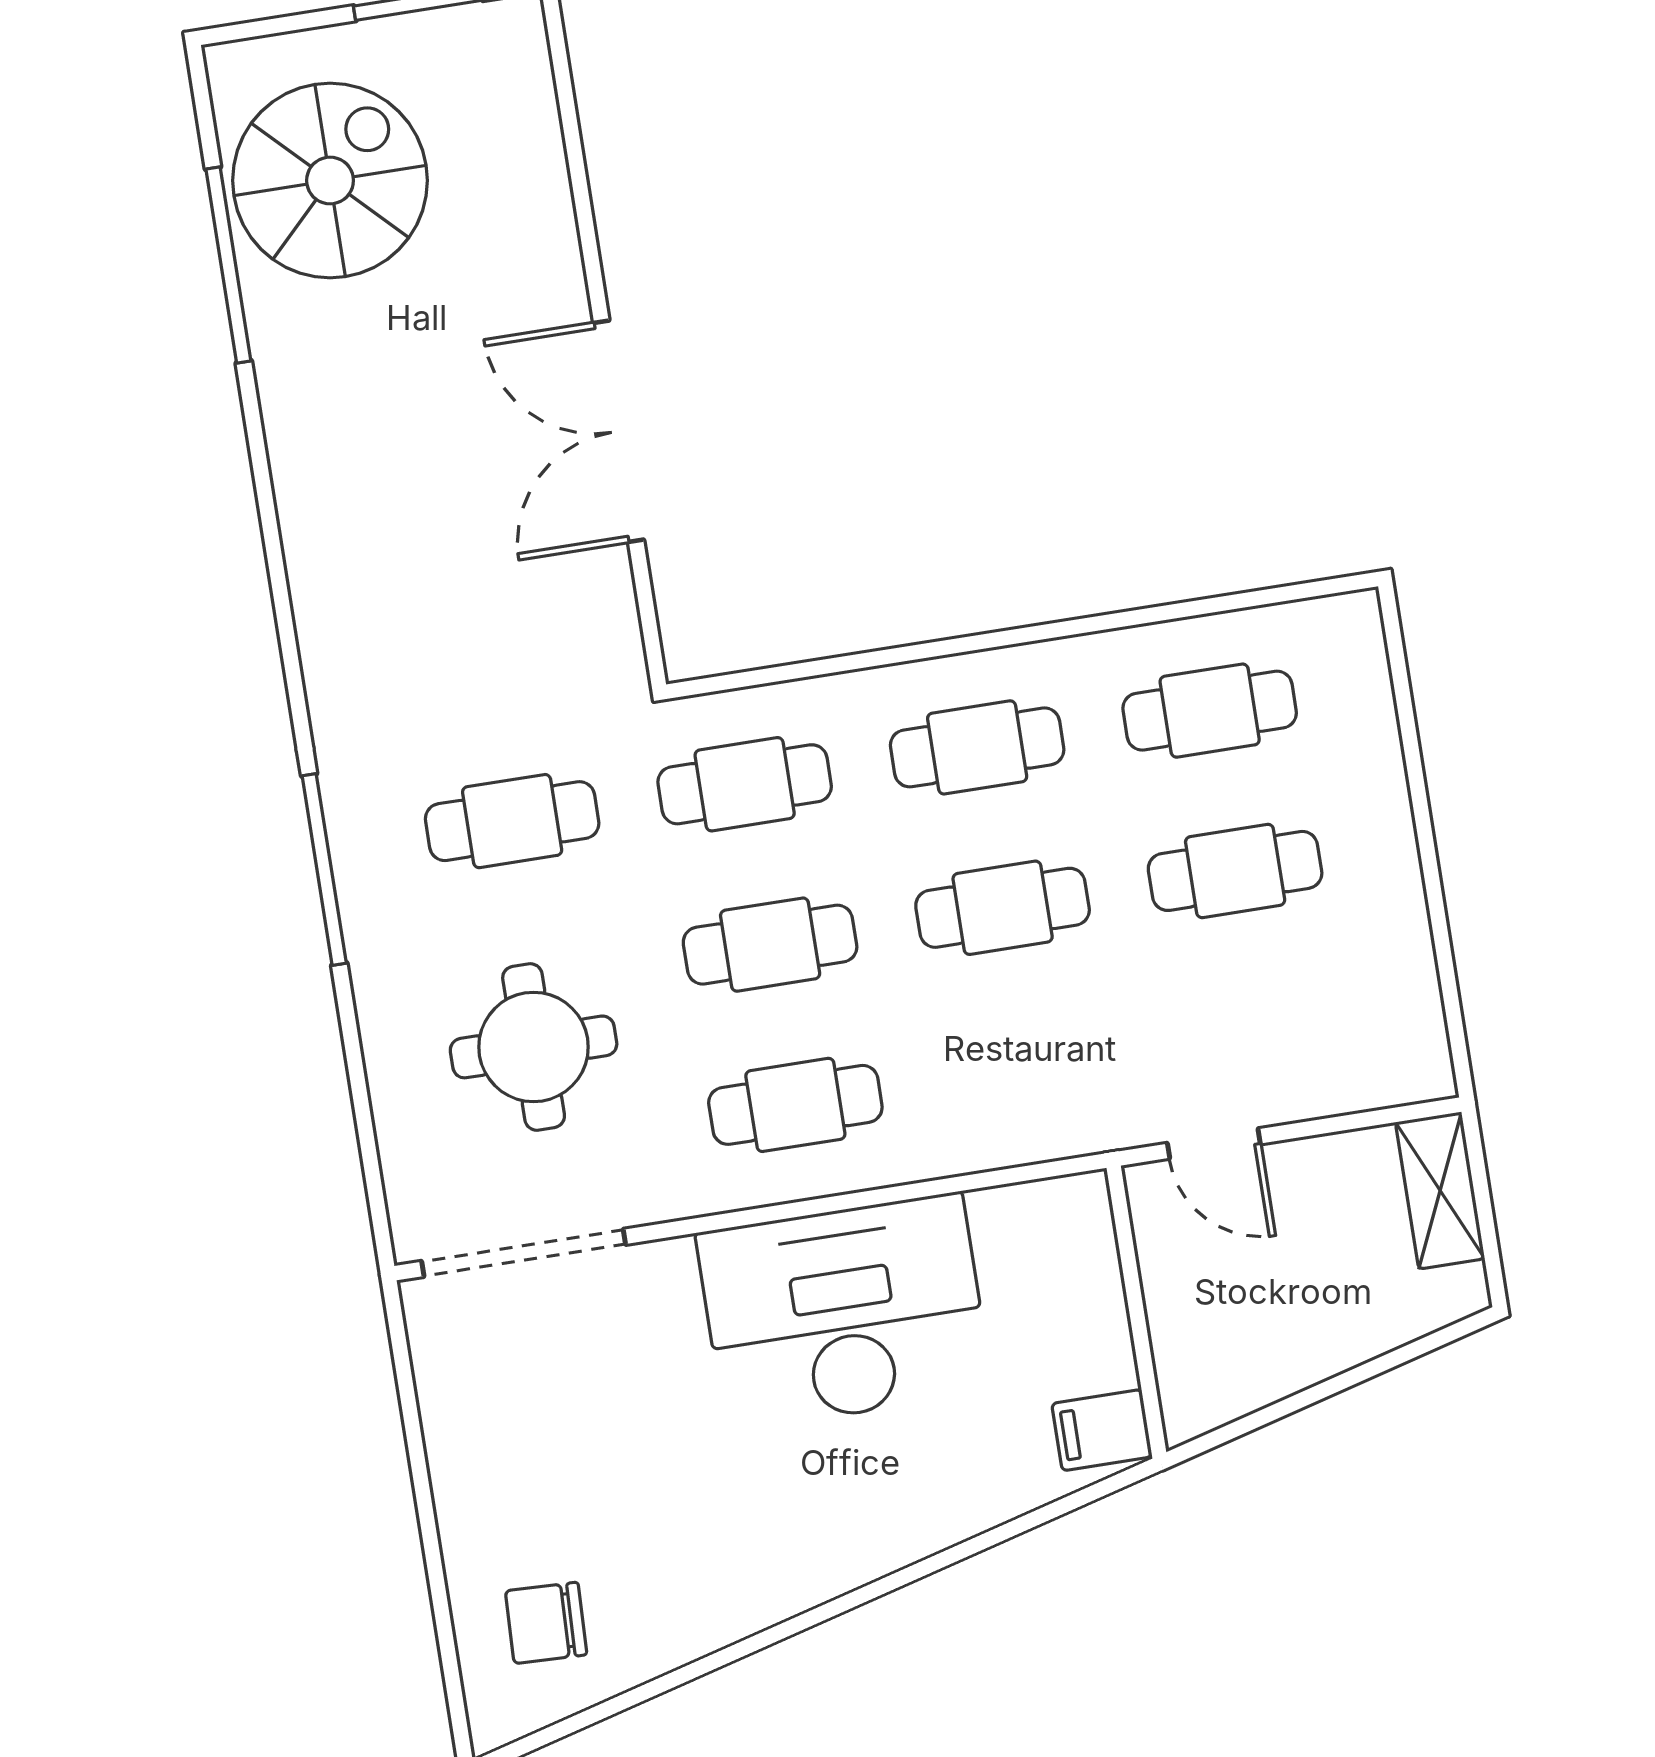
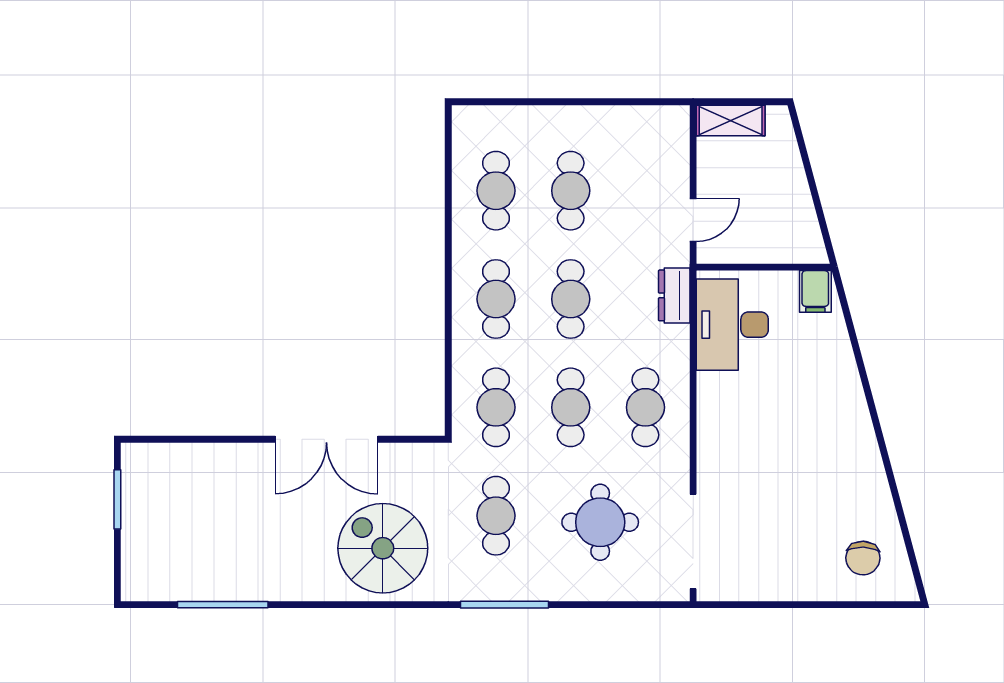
spiral stairs: (330, 180) -> (383, 548), moved
dresser: (1045, 1129) -> (674, 295), added
desk: (844, 1312) -> (732, 325), moved, width x0.73, depth x0.77

